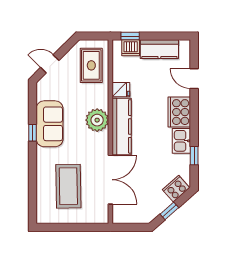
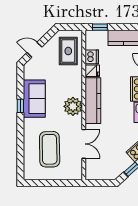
dishwasher: (131, 48) -> (92, 57), moved, turned -90
plant: (97, 120) -> (73, 106), moved
double door: (110, 180) -> (84, 144), width x0.73

